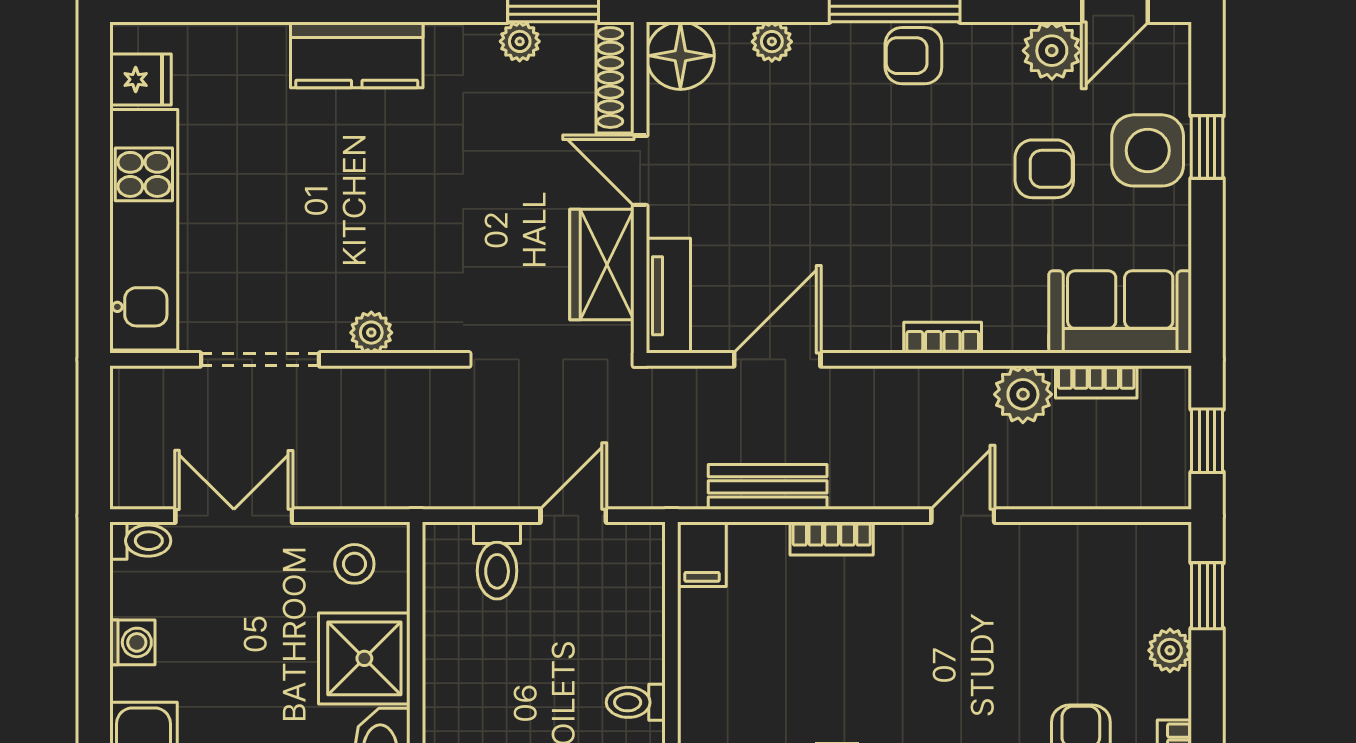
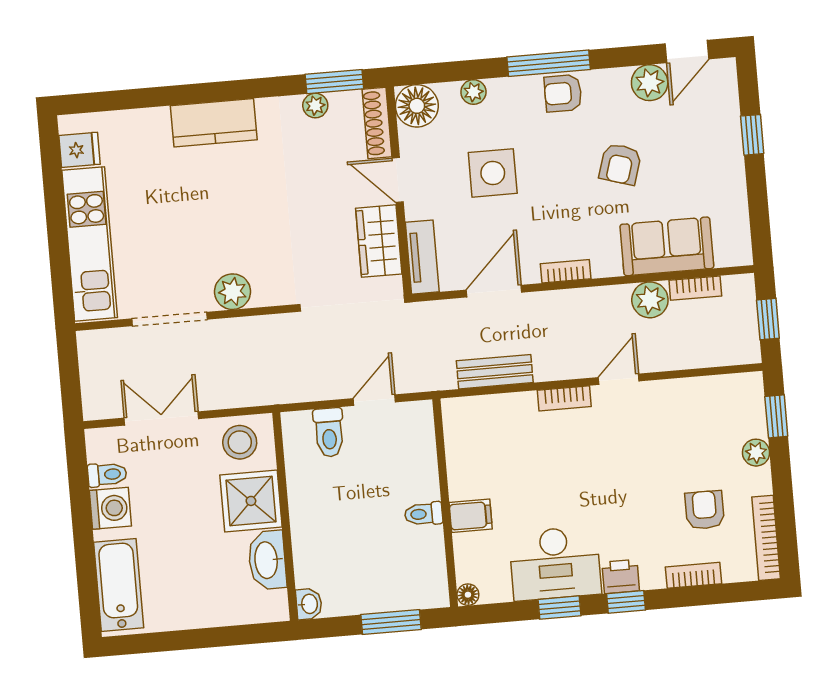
side table: (1148, 150) -> (493, 173), moved
armchair: (1044, 169) -> (620, 164), moved, turned 107
sofa: (1120, 312) -> (667, 246), moved
plant: (371, 333) -> (233, 292), width x1.38, depth x1.38
bookcase: (943, 338) -> (566, 271), moved
bookcase: (832, 539) -> (564, 398), moved
toilet: (140, 541) -> (107, 475), moved
filing cabinet: (702, 554) -> (471, 516), moved, turned -90
stool: (354, 564) -> (240, 442), width x1.37, depth x1.37
washing machine: (132, 642) -> (110, 508), width x1.38, depth x1.38

